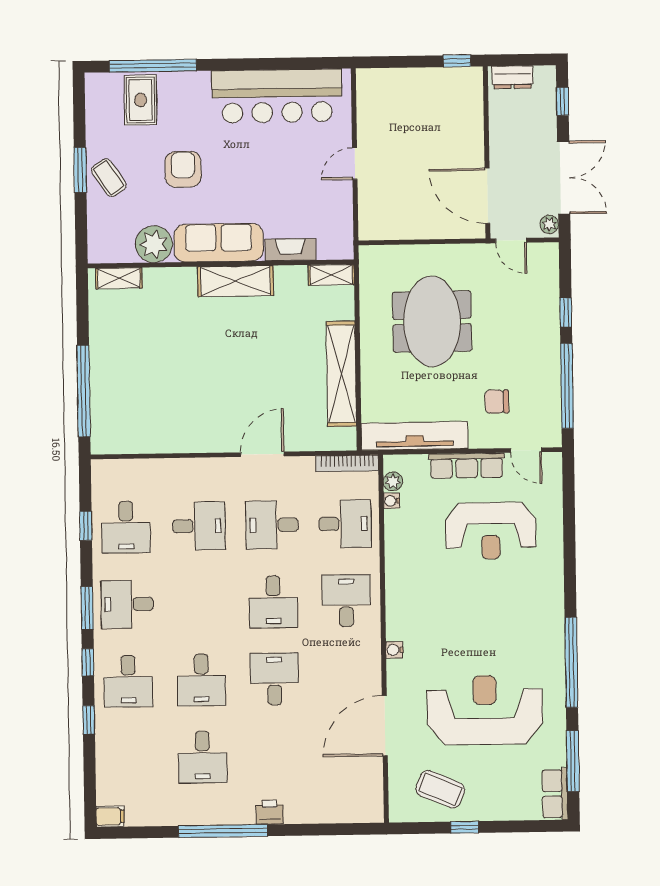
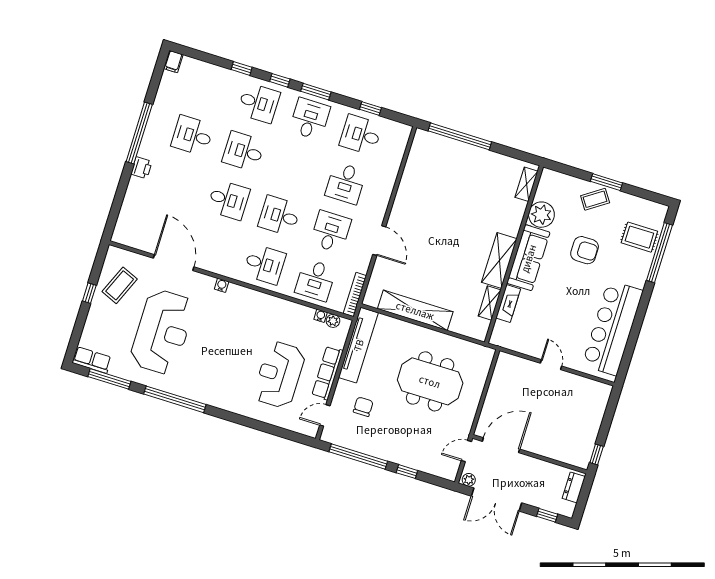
shelving: (331, 275) -> (490, 303), moved
desk: (128, 681) -> (259, 103), turned 180

